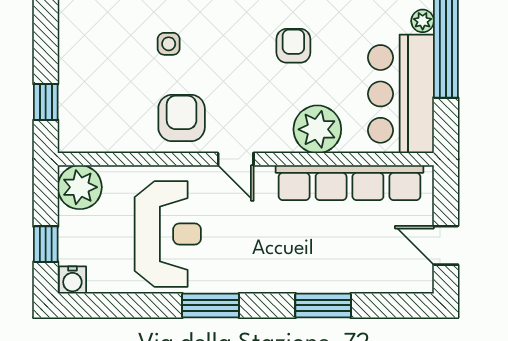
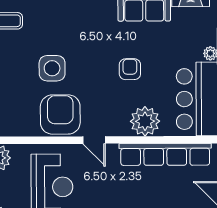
side table: (169, 44) -> (52, 68), width x1.87, depth x1.87
armchair: (182, 118) -> (60, 114), width x1.36, depth x1.36

